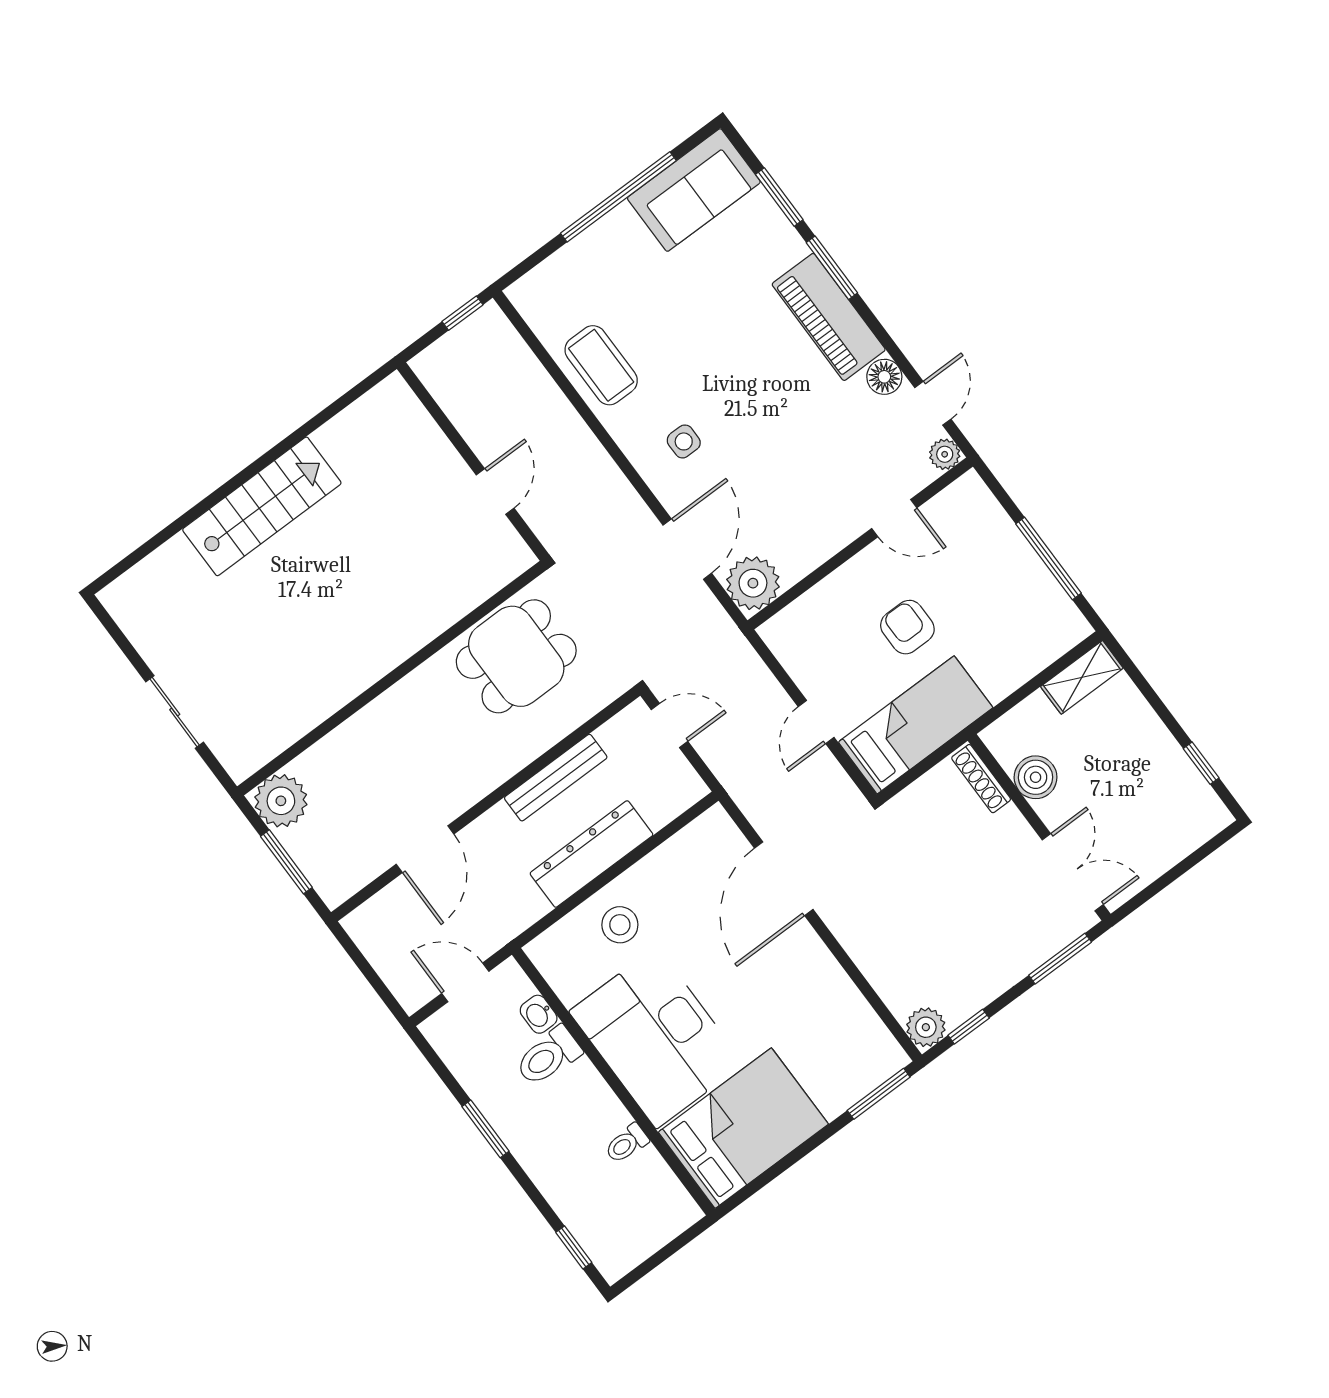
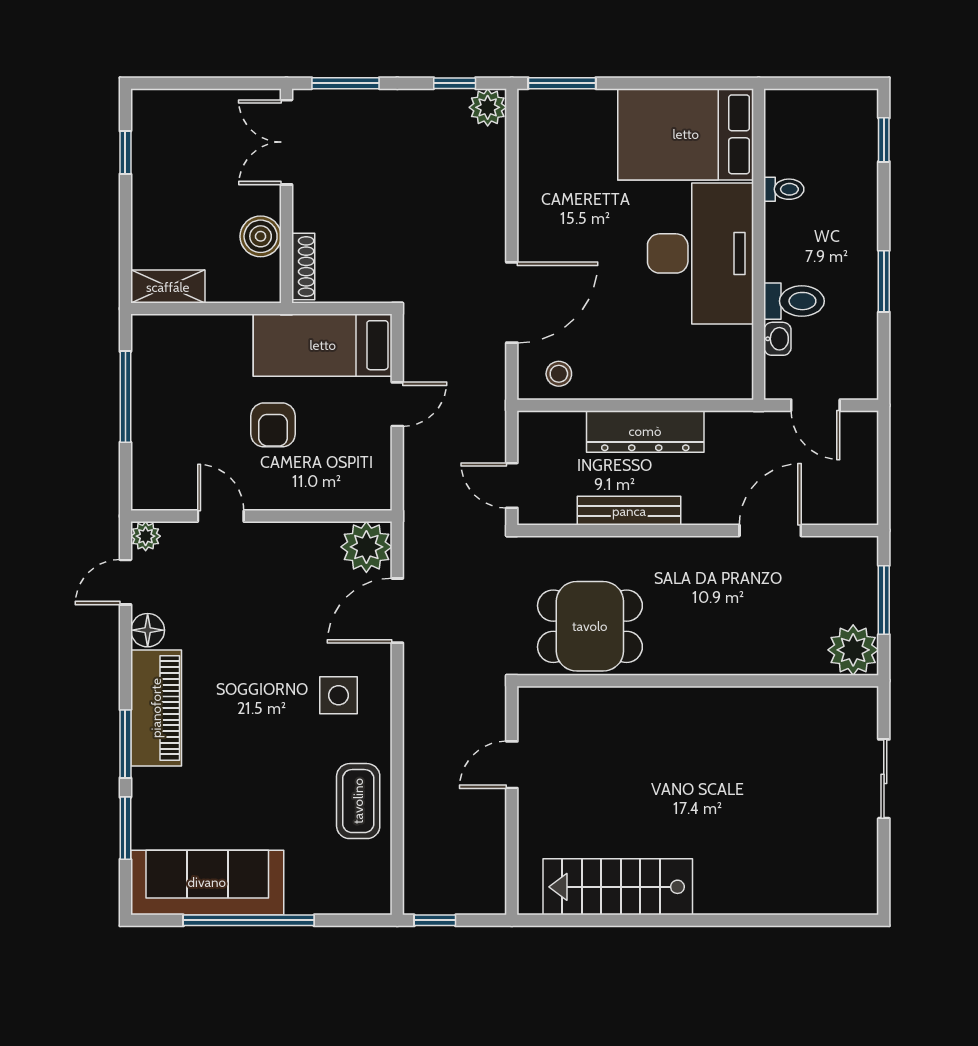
sofa: (694, 190) -> (207, 882), width x1.36
side table: (684, 441) -> (338, 695), width x1.37, depth x1.37
stairs: (262, 506) -> (618, 887), moved
stool: (620, 925) -> (559, 374), moved, width x0.73, depth x0.73

